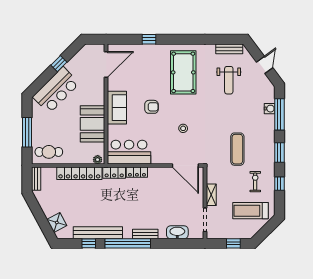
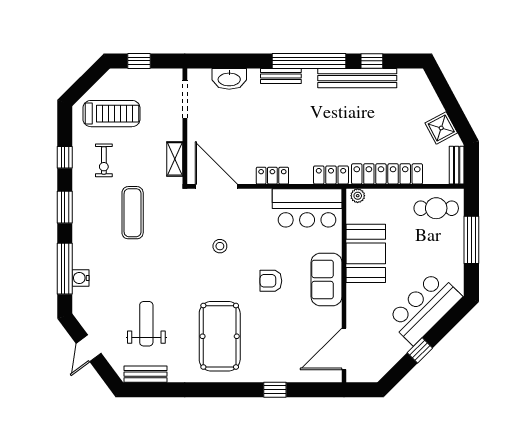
locker: (137, 172) -> (272, 176), moved
shelving: (211, 195) -> (175, 159), moved
shower: (57, 223) -> (441, 128), moved

